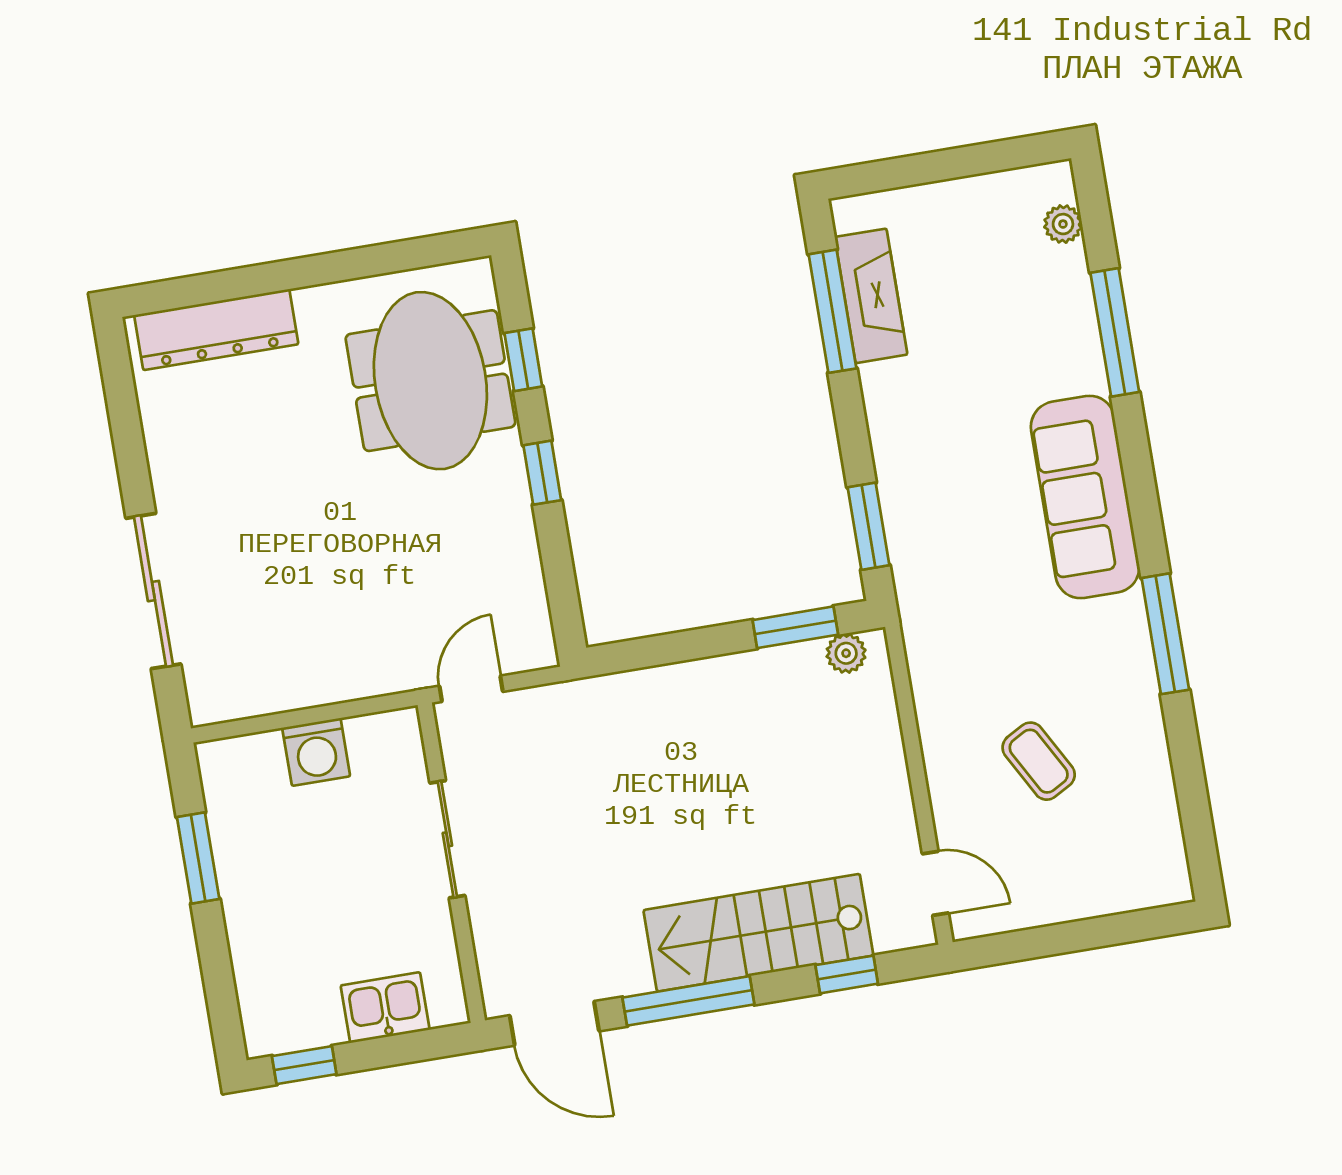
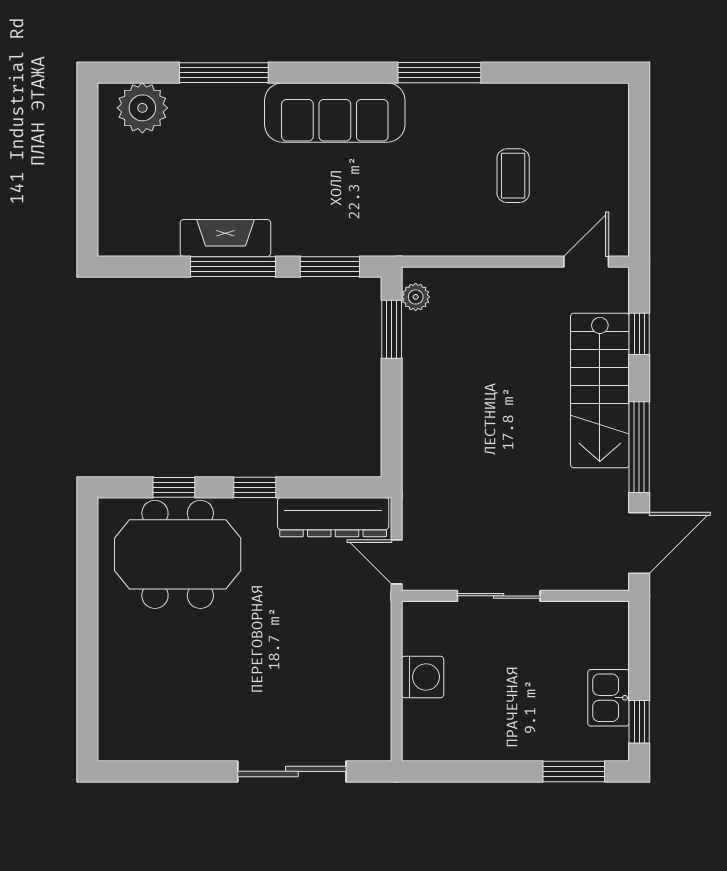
plant: (1063, 224) -> (142, 108), width x1.88, depth x1.88
fireplace: (871, 296) -> (225, 238), moved
window: (832, 311) -> (233, 267), moved
dresser: (216, 330) -> (333, 517), moved, turned 90
coffee table: (1039, 761) -> (513, 176), turned -61
window: (198, 858) -> (574, 771), moved
kitchen sink: (385, 1008) -> (608, 698), moved

